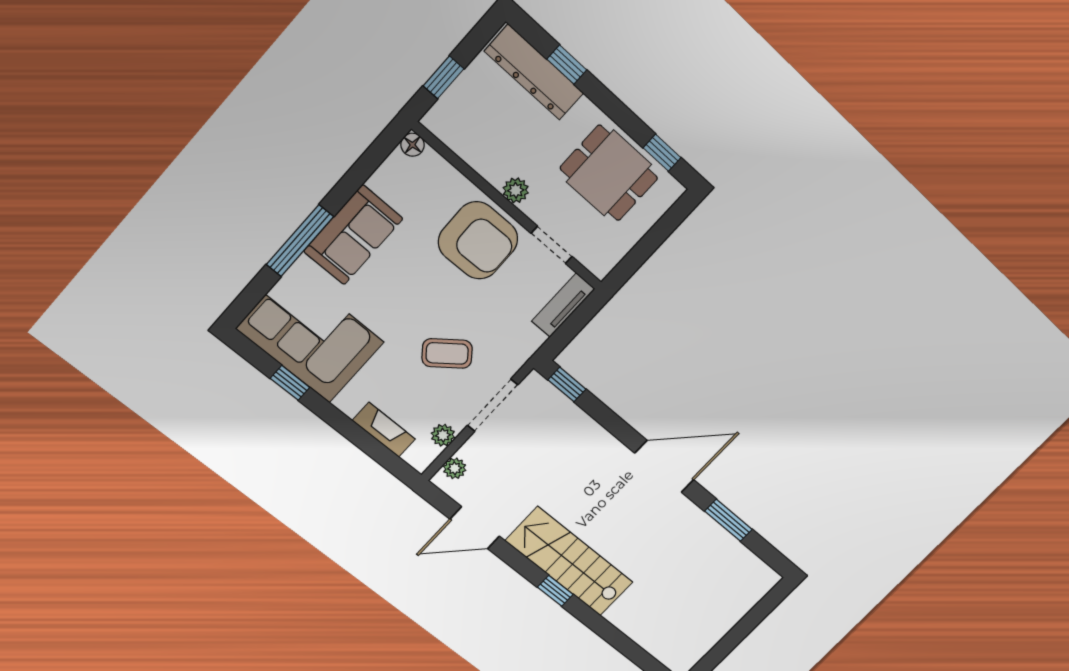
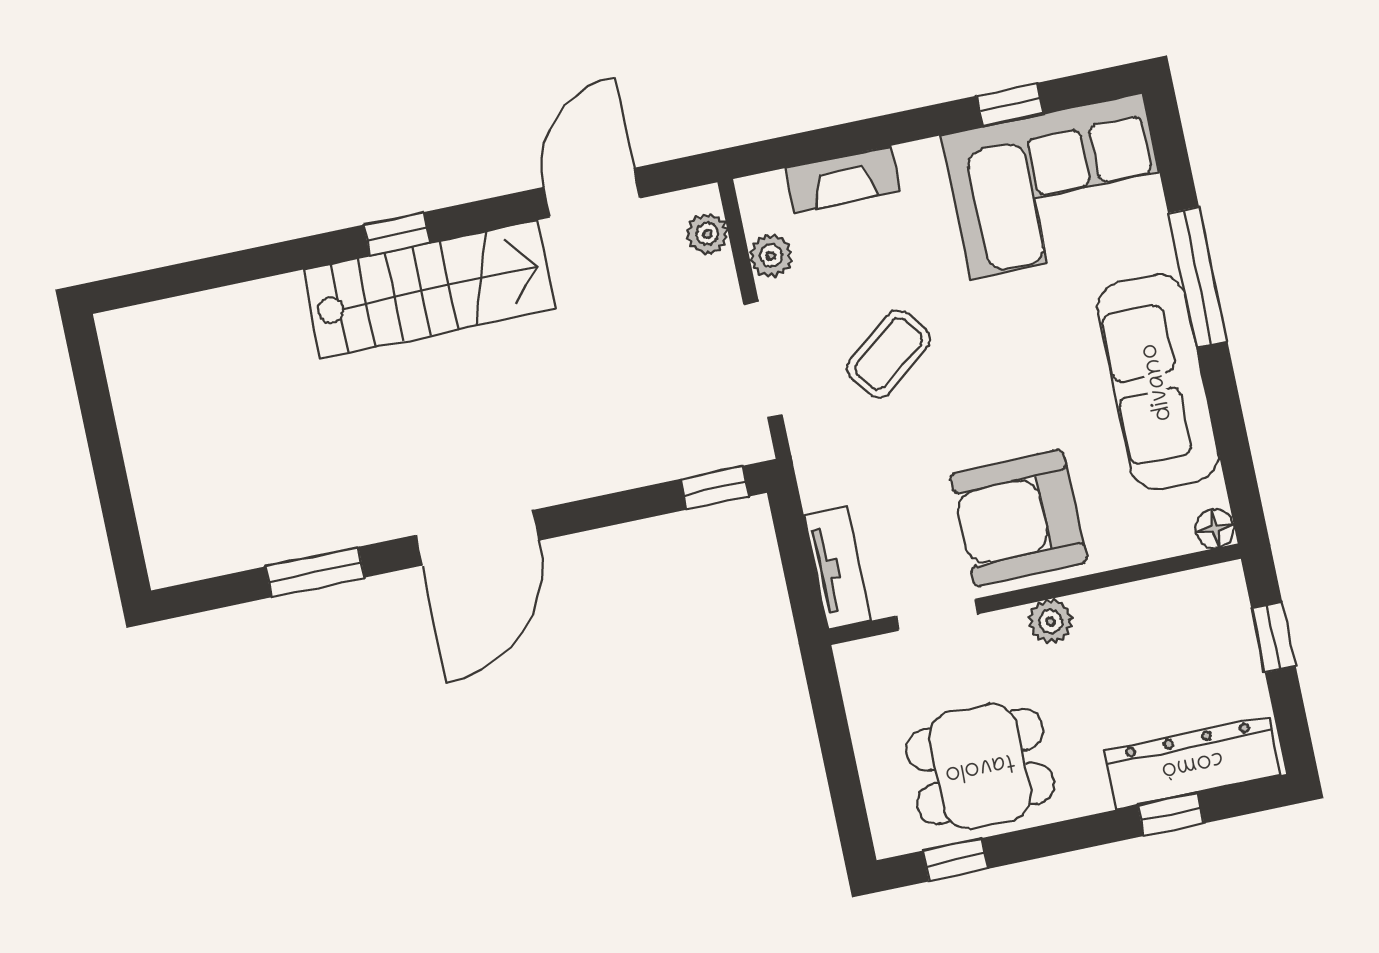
sofa: (353, 235) -> (1158, 382), width x1.36

